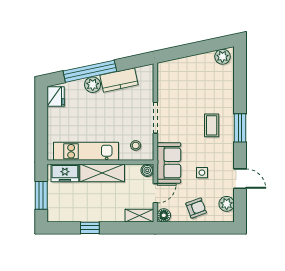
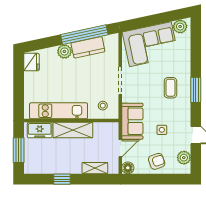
window: (90, 71) -> (84, 35), moved
corner sofa: (189, 76) -> (150, 44), added
boiler: (147, 170) -> (113, 128), removed
shelving: (139, 216) -> (95, 168), moved

